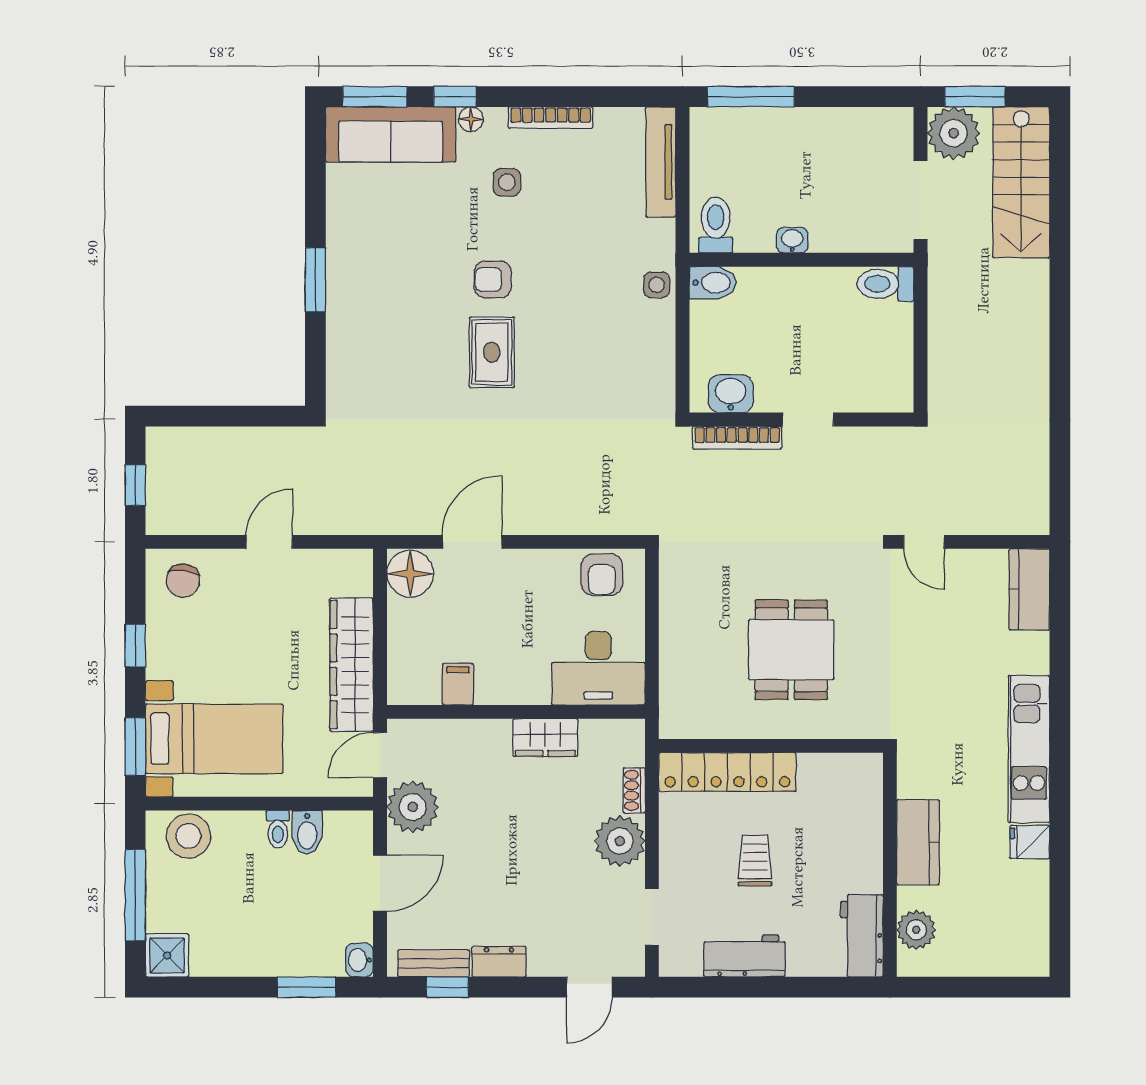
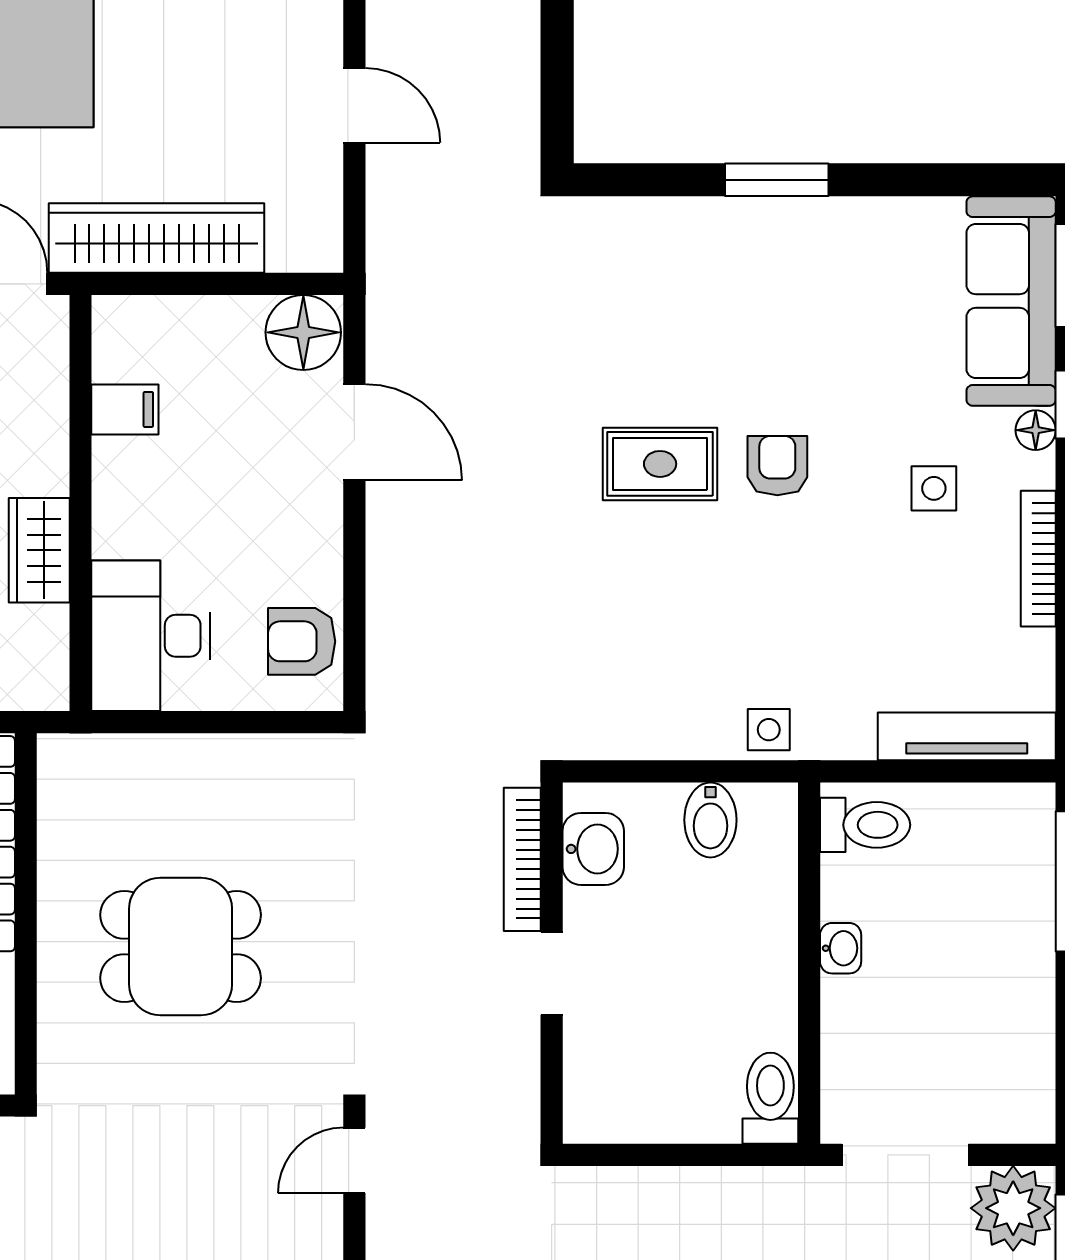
bidet: (713, 283) -> (710, 820), moved

